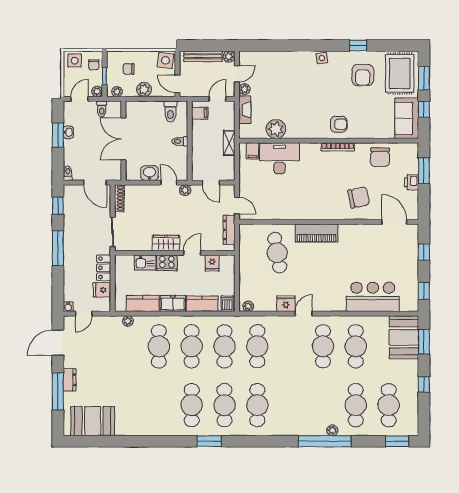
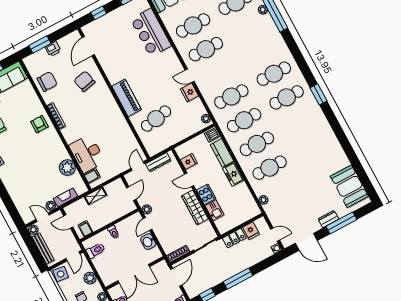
wardrobe: (166, 243) -> (195, 207), width x1.50
kitchen counter: (143, 303) -> (245, 196), removed
cafe table: (192, 405) -> (299, 121), removed

